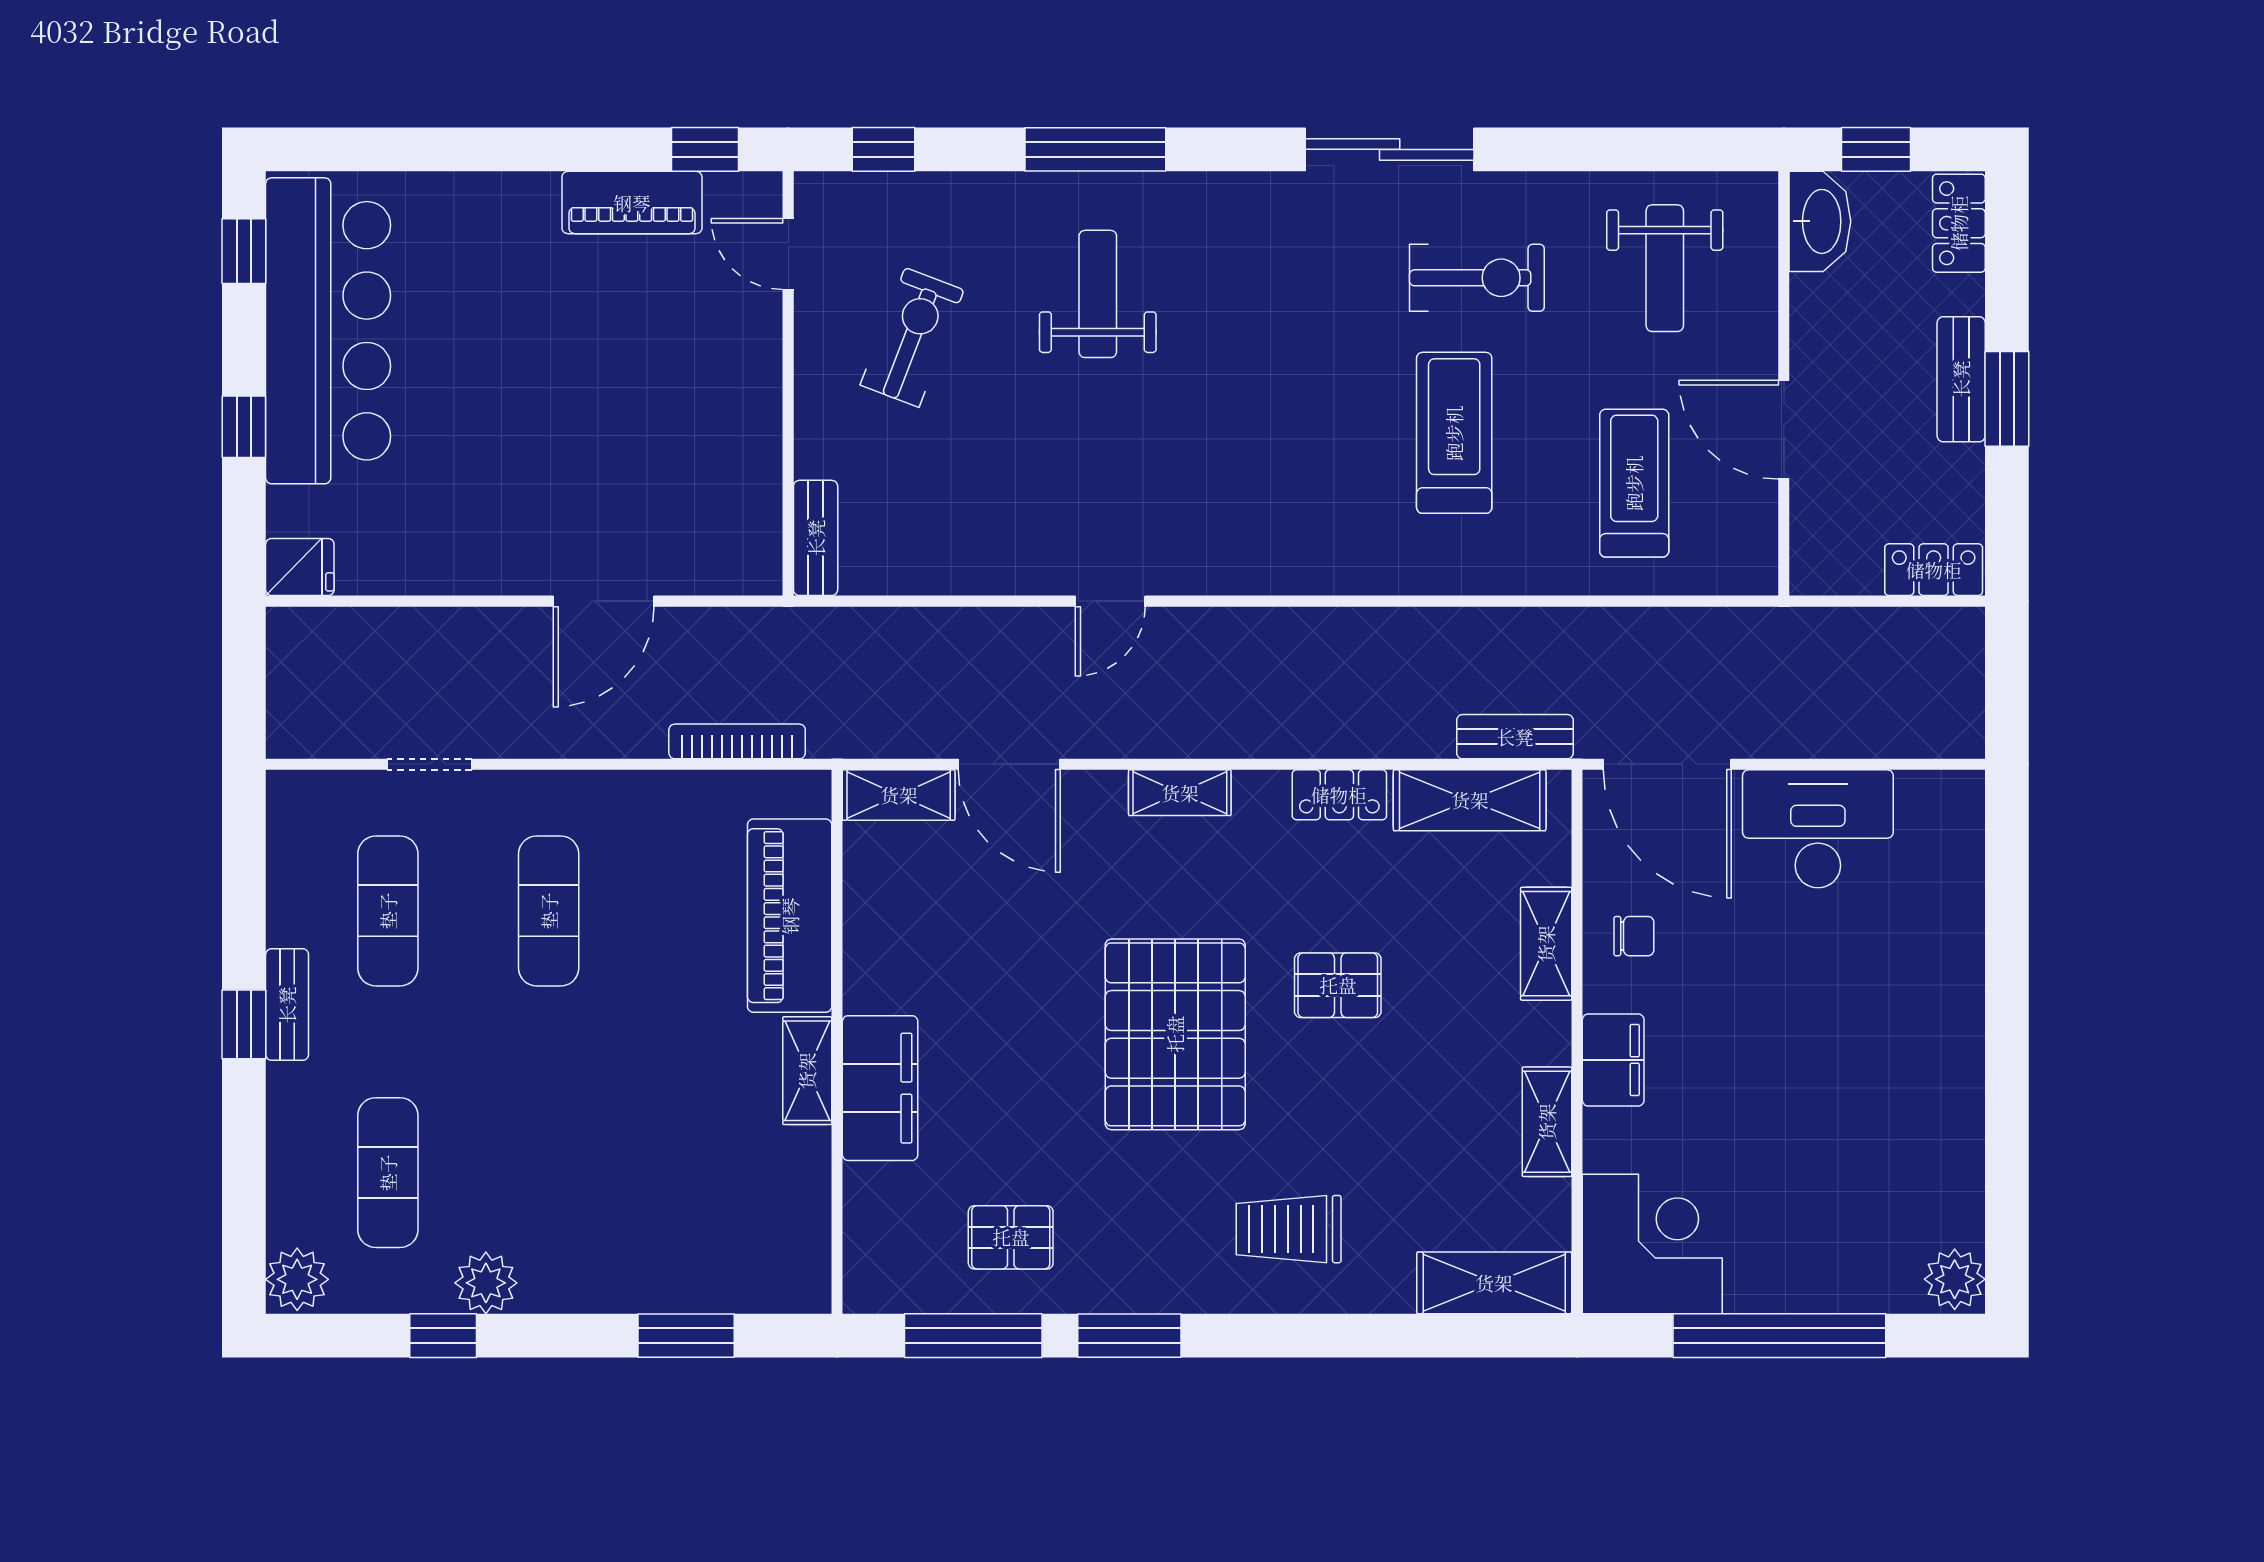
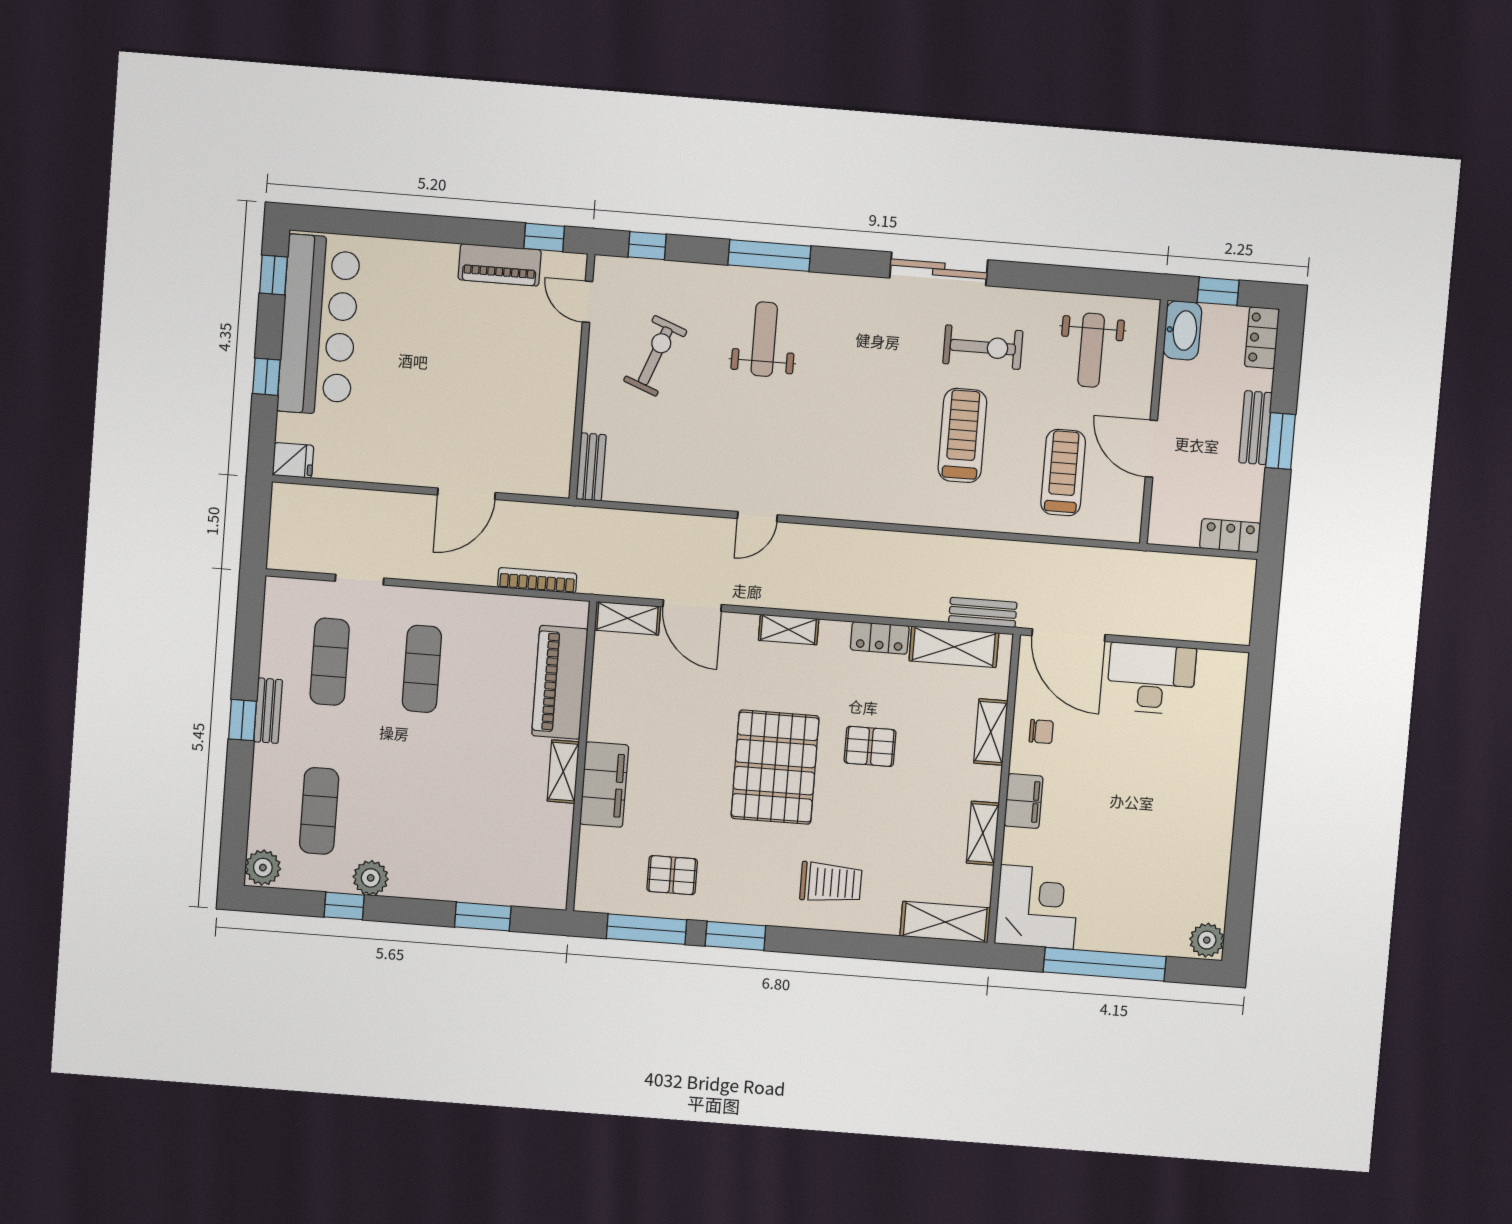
trolley: (1289, 1229) -> (831, 883), turned 180

